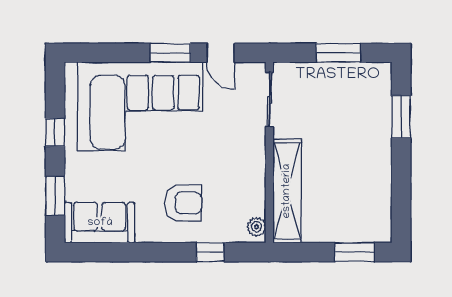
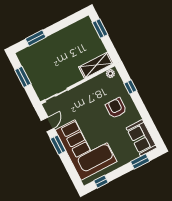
window: (55, 132) -> (101, 182), moved
shelving: (287, 191) -> (96, 65), width x0.68

